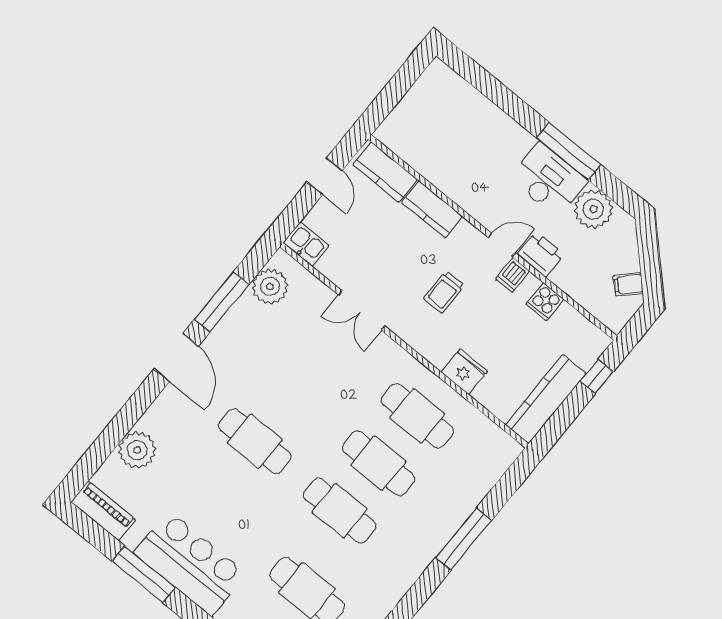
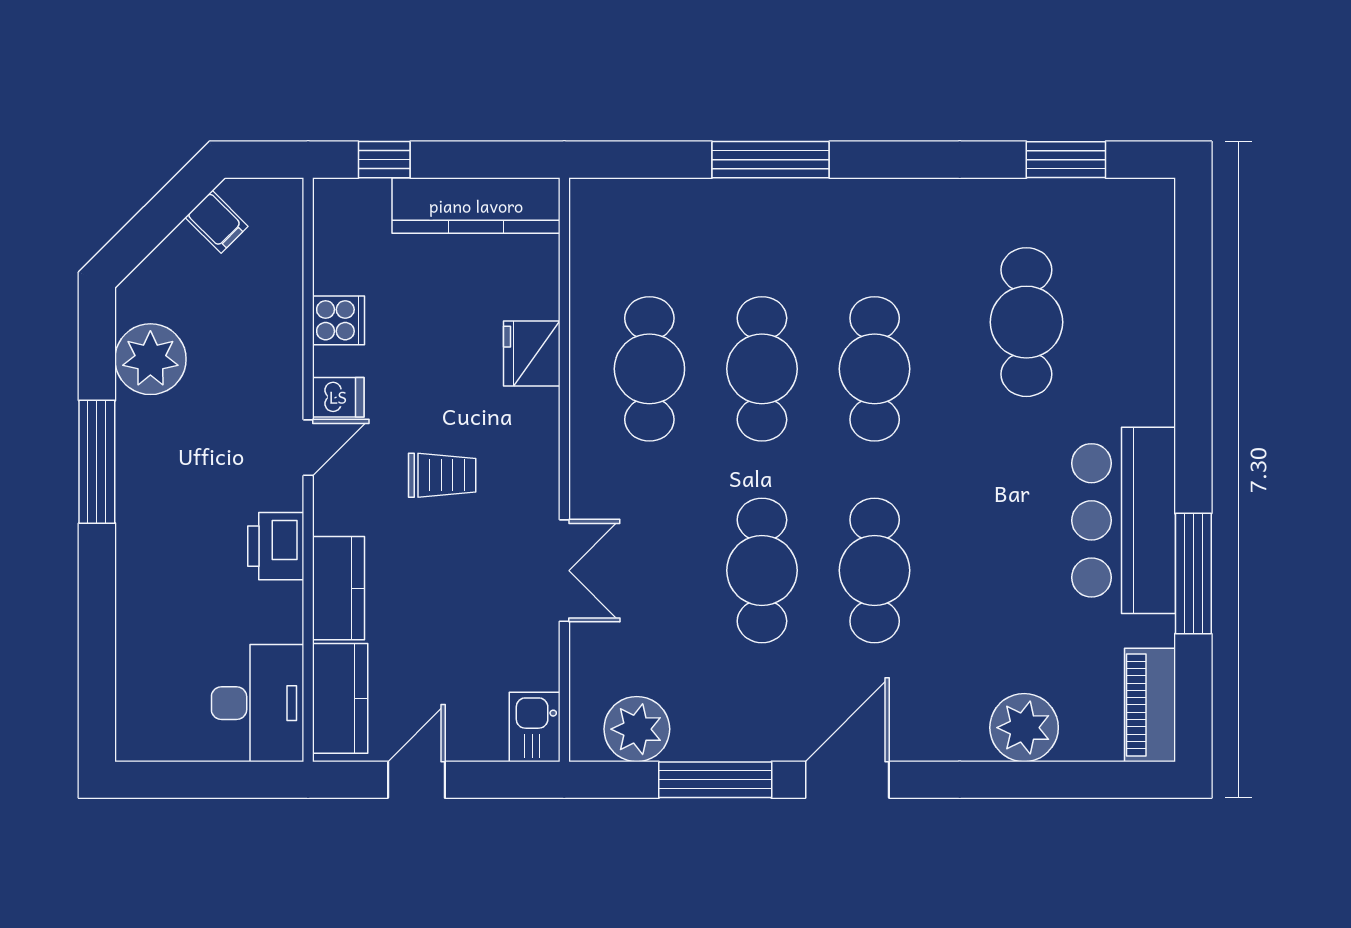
desk: (549, 180) -> (258, 703), moved, turned 180
door: (502, 245) -> (308, 448), swing flipped
printer: (541, 254) -> (276, 546), moved
cafe table: (294, 394) -> (762, 570), added

